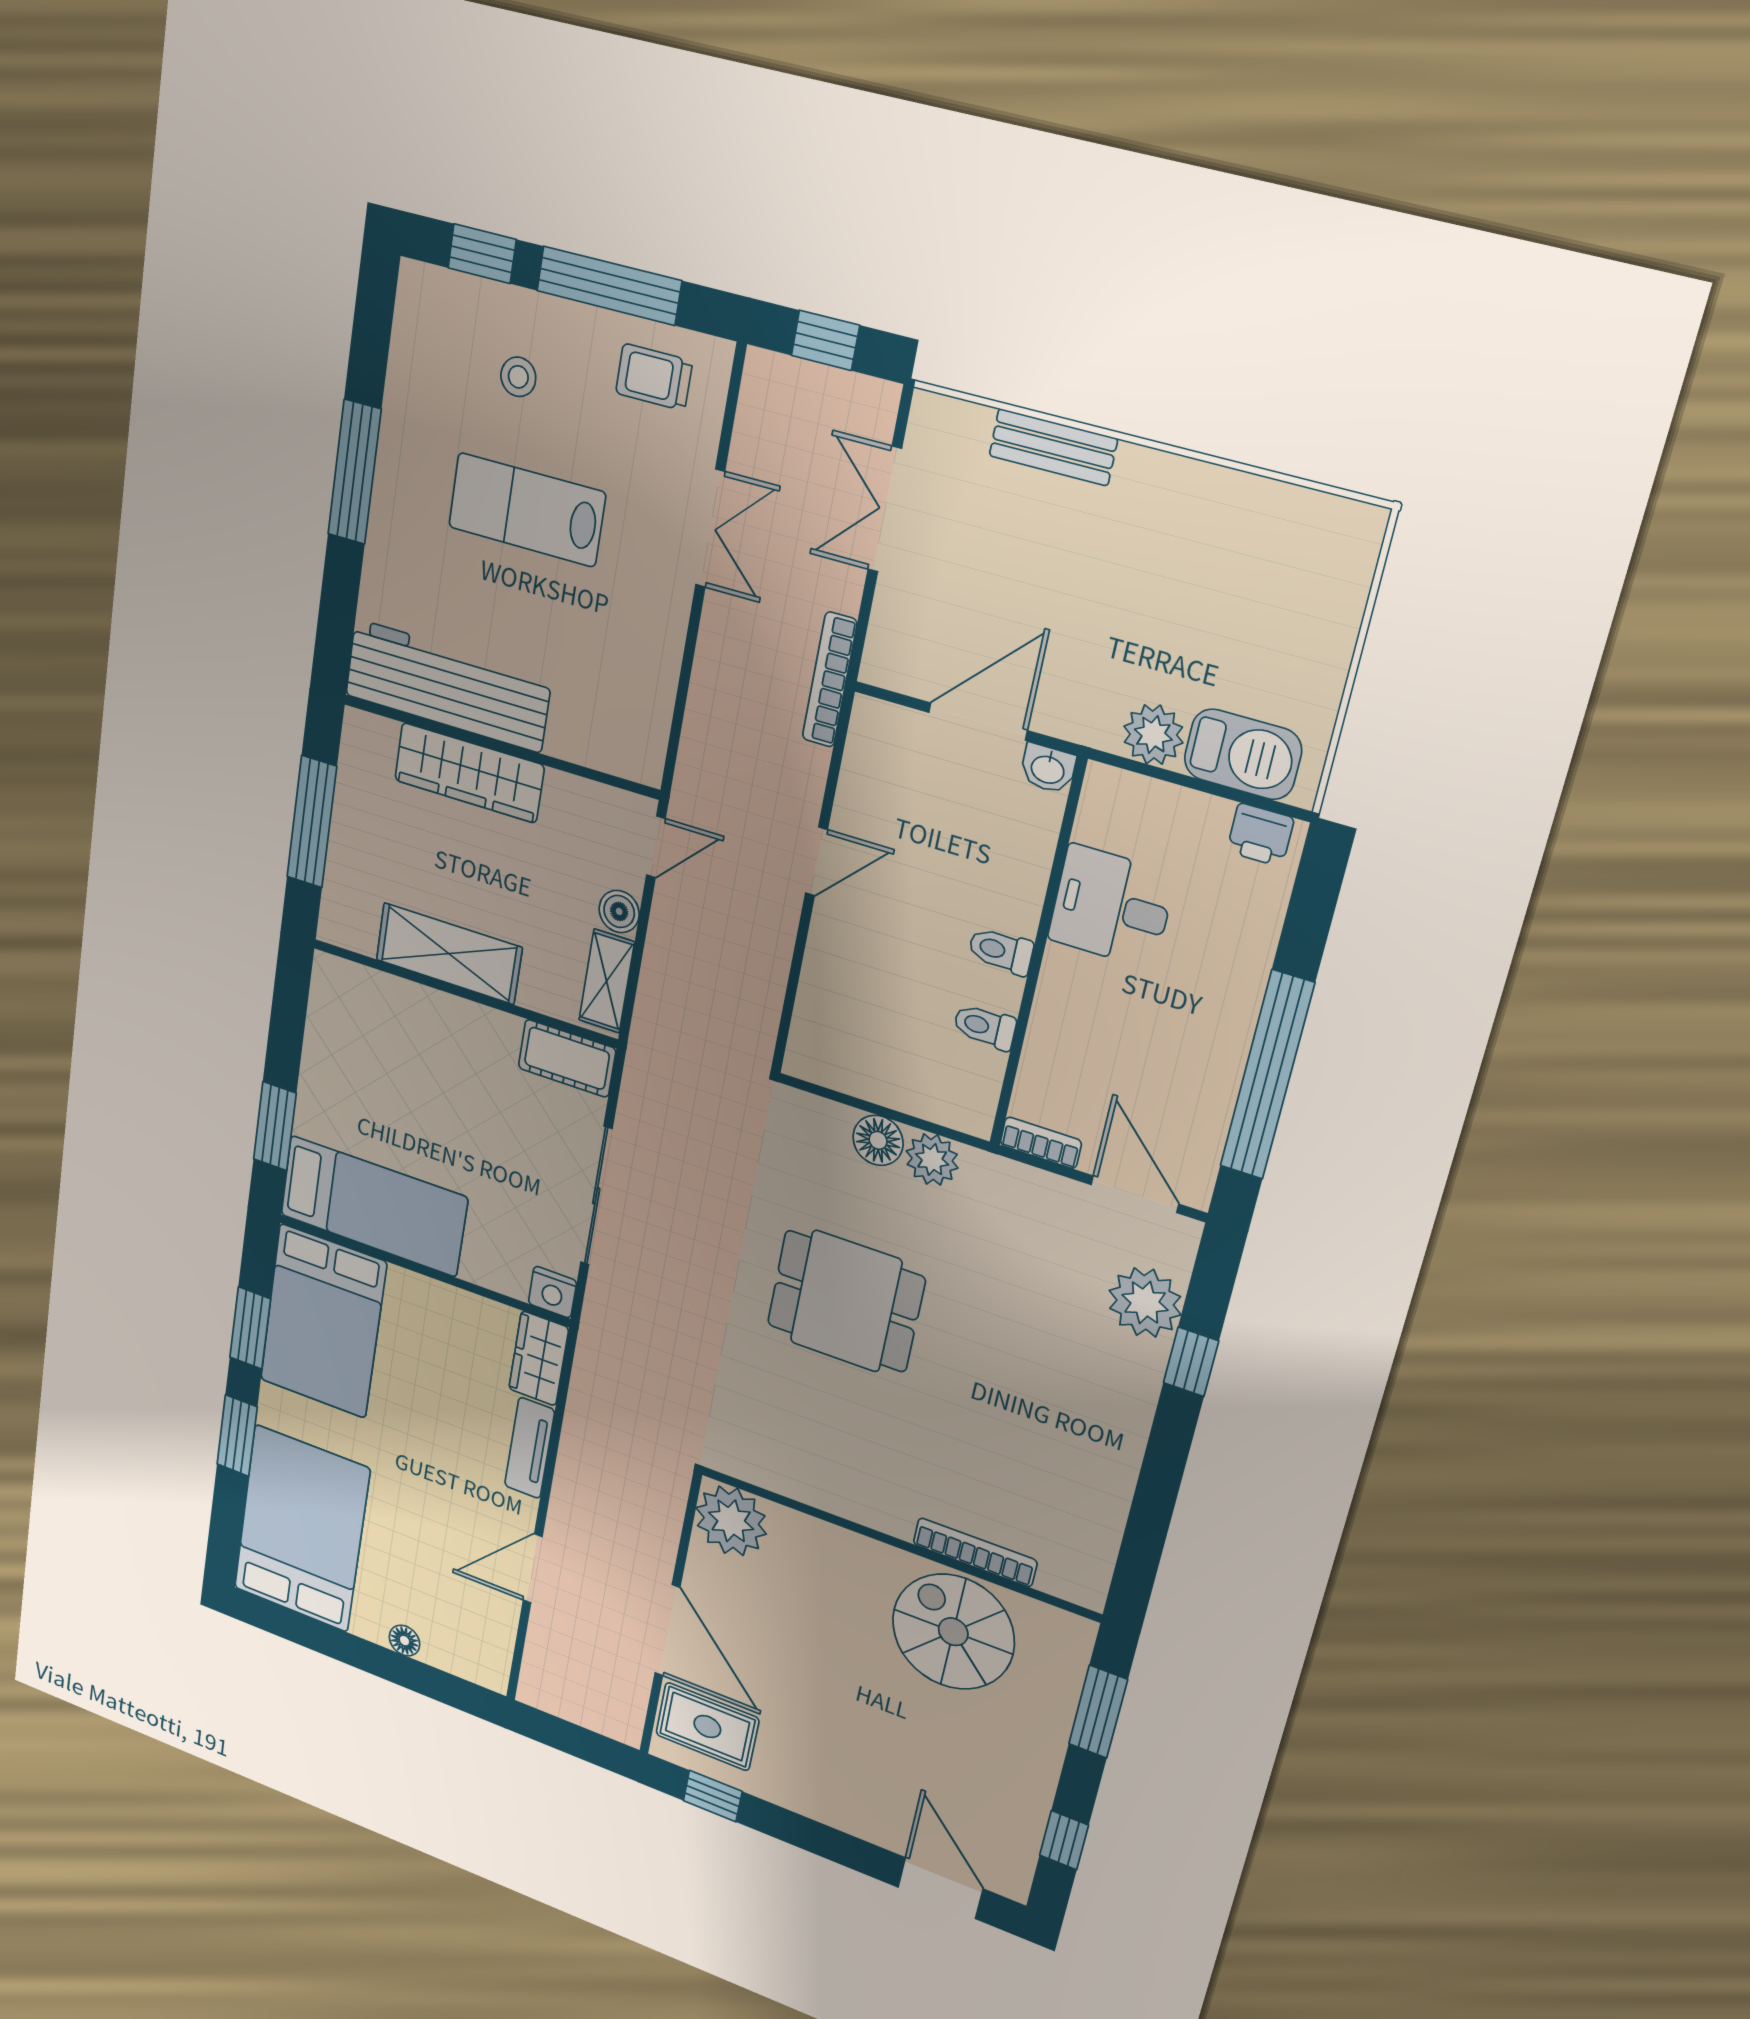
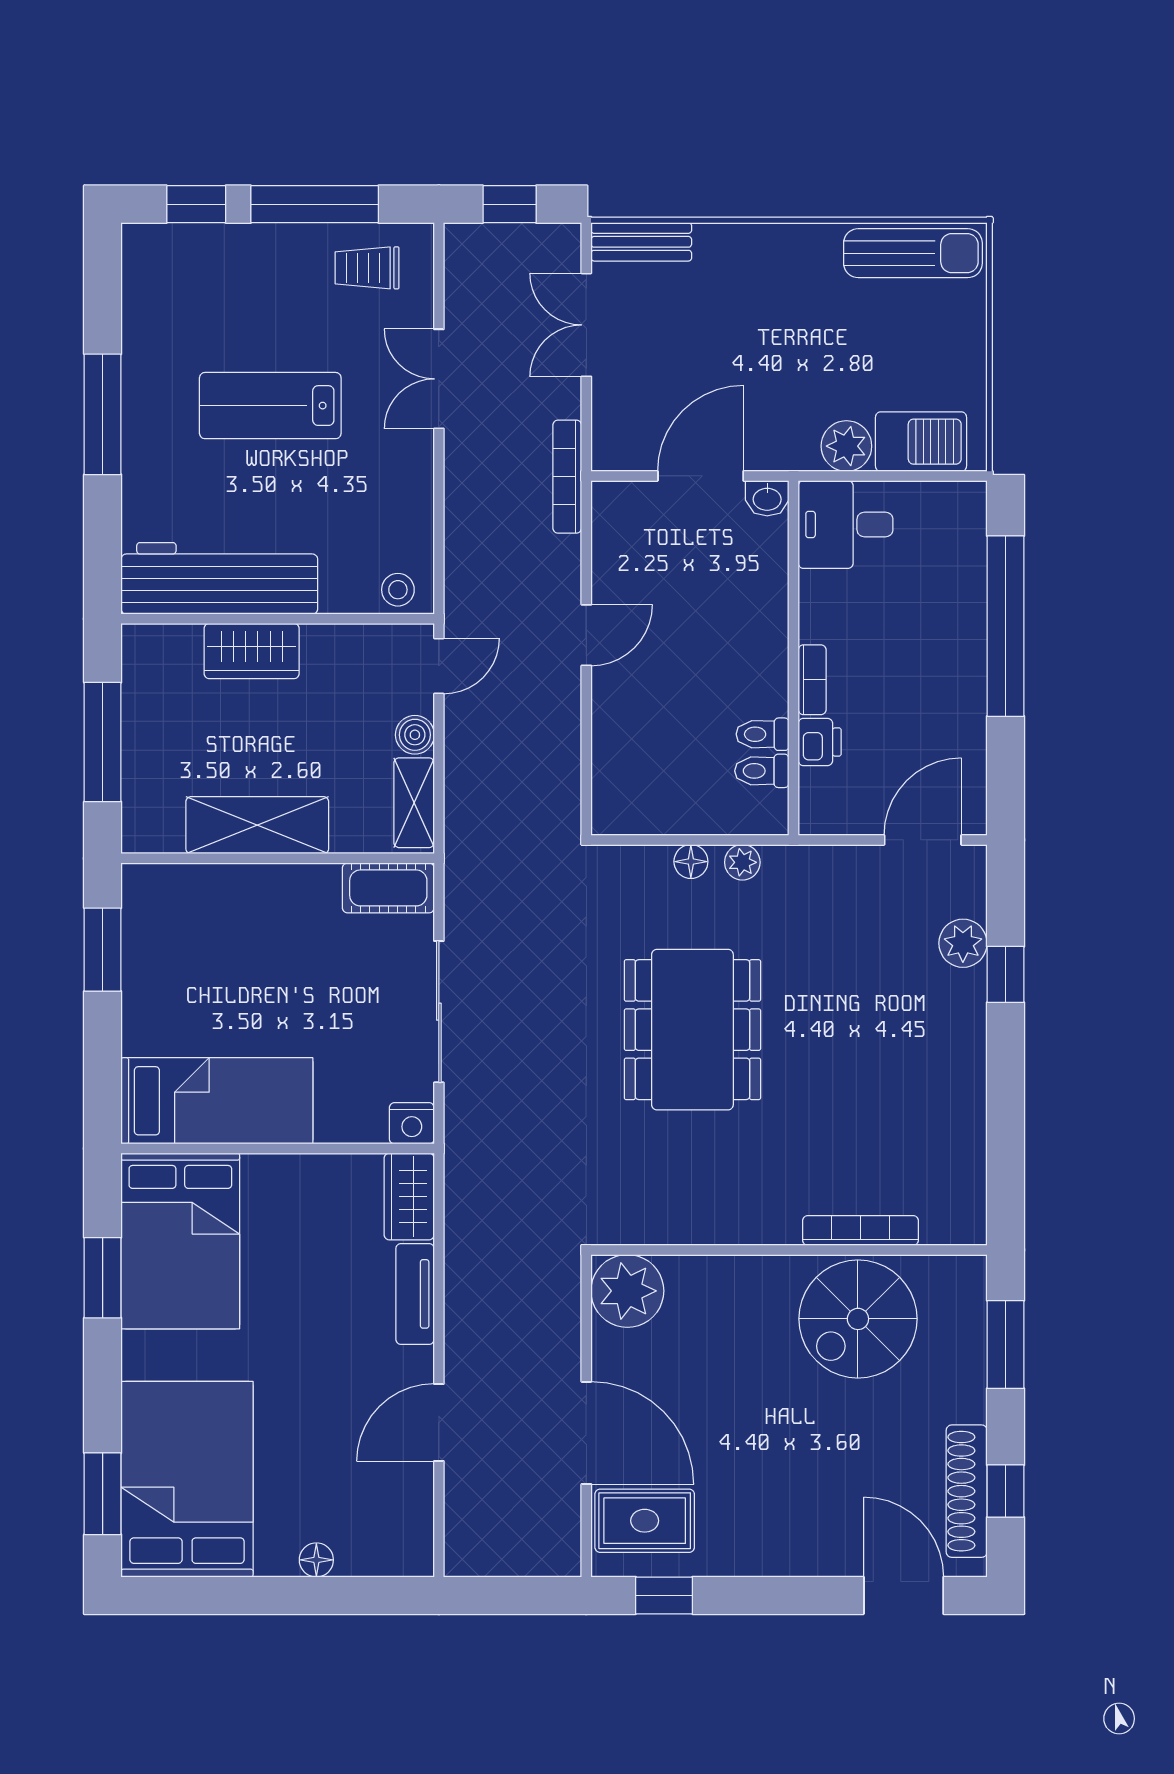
stool: (518, 377) -> (398, 590), moved
bench: (1053, 447) -> (641, 242), moved
sun lounger: (1290, 523) -> (913, 253), added
double door: (710, 528) -> (439, 379), swing flipped
wardrobe: (469, 773) -> (252, 651), width x0.67
printer: (1260, 835) -> (820, 742), moved, turned -90
desk: (1111, 907) -> (846, 524), moved
toilet: (1001, 951) -> (762, 771), moved
window: (1267, 1075) -> (1006, 626), moved
window: (275, 1126) -> (103, 950), moved
floor lamp: (878, 1140) -> (691, 862), width x0.73, depth x0.73
bookcase: (1041, 1143) -> (812, 680), moved, turned 90
plant: (932, 1159) -> (742, 862), width x0.73, depth x0.73
door: (1135, 1194) -> (923, 840), hinge flipped
dining table: (846, 1301) -> (692, 1030), width x1.38
plant: (1145, 1303) -> (963, 943), width x0.73, depth x0.73
window: (237, 1436) -> (103, 1494), moved
spiral stairs: (953, 1632) -> (858, 1319), turned -90
shoe rack: (1025, 1825) -> (967, 1491), added

